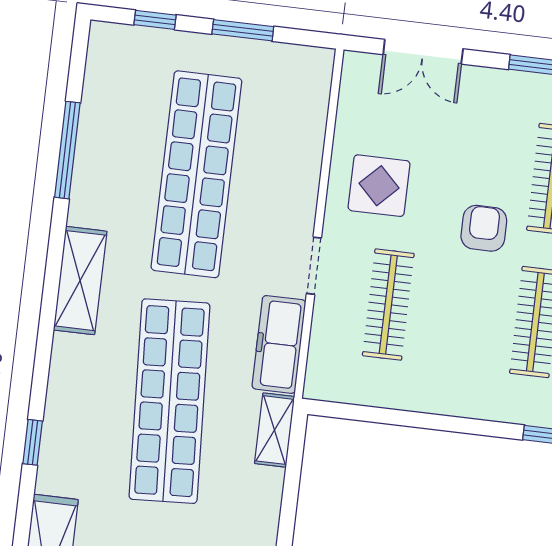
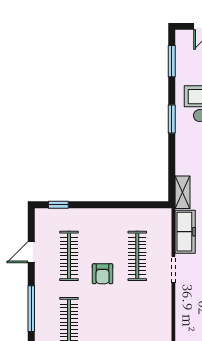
display table: (379, 186) -> (148, 310), removed
armchair: (484, 228) -> (103, 274), moved

